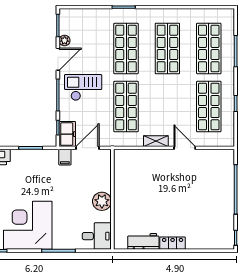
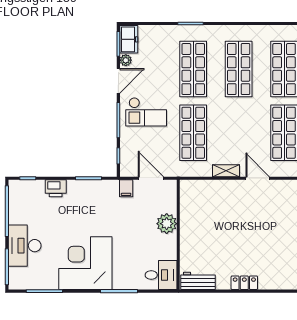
checkout: (83, 87) -> (146, 112), turned 180
freezer: (67, 134) -> (129, 39), moved
door: (87, 148) -> (151, 178), hinge flipped
plant: (102, 201) -> (167, 224), moved
workbench: (143, 241) -> (198, 281), moved

